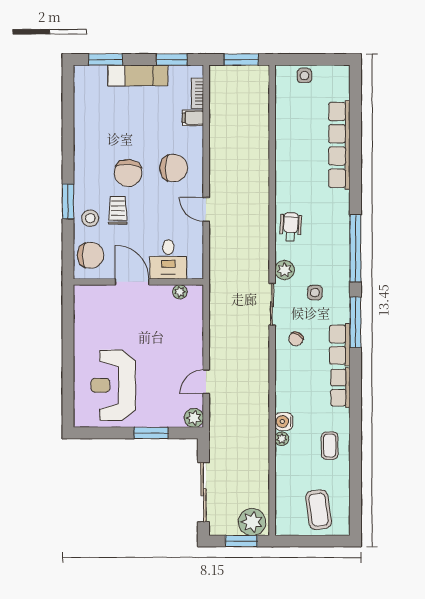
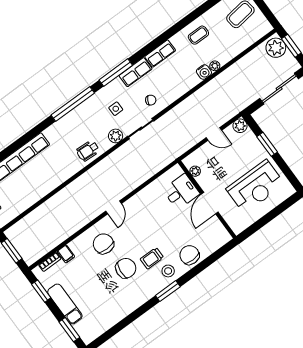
desk: (168, 259) -> (181, 192), moved
door: (132, 282) -> (210, 203), moved
wall: (138, 282) -> (207, 199), moved
plant: (180, 292) -> (195, 171), moved

